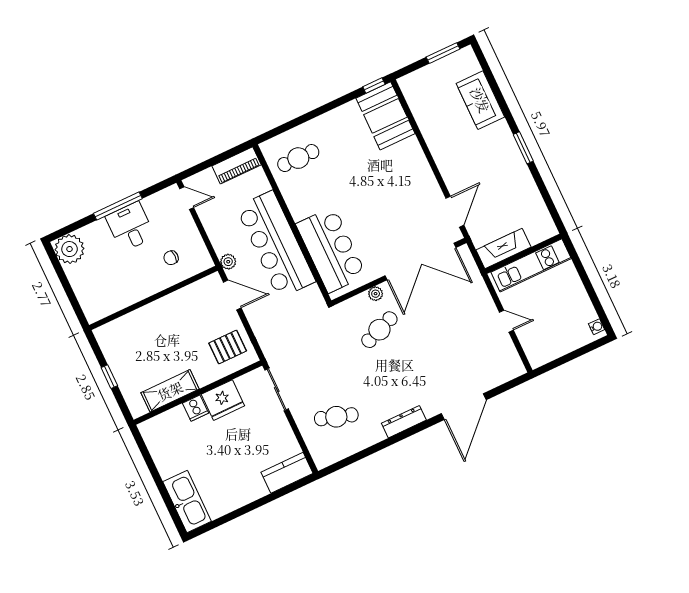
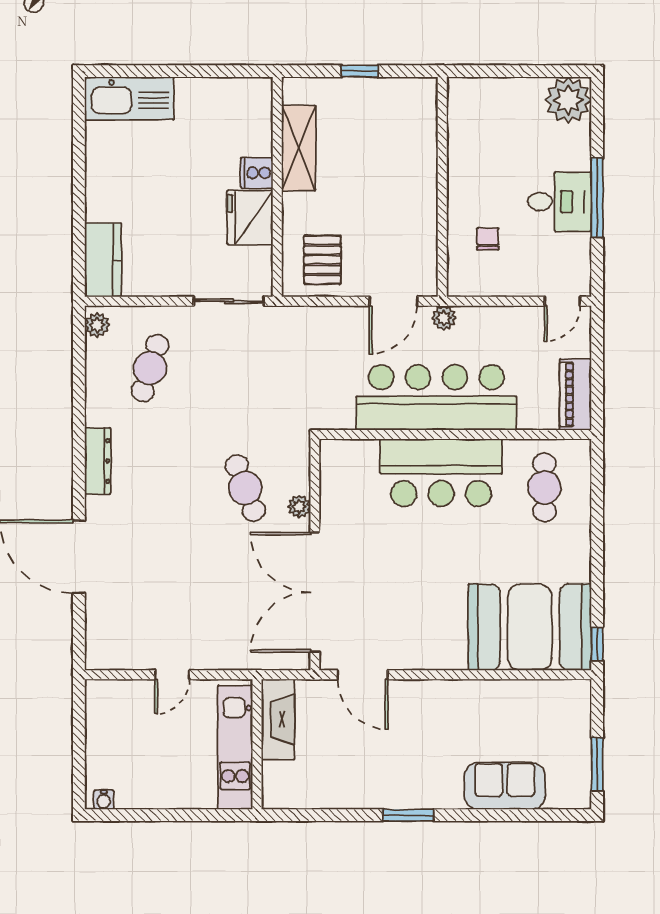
booth: (385, 116) -> (530, 627), width x1.36, depth x1.42
bar counter: (331, 250) -> (441, 473), moved
plant: (326, 459) -> (97, 325), added

